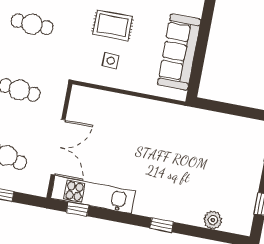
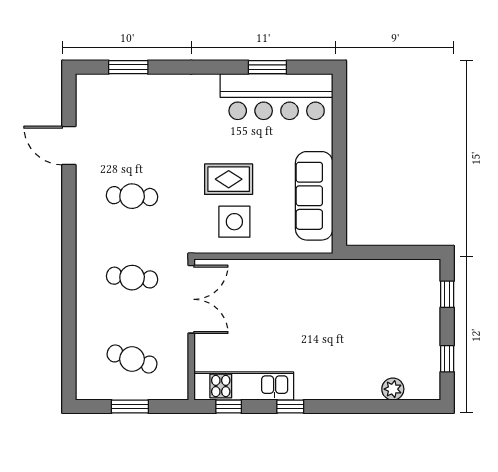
side table: (111, 61) -> (234, 222), width x1.87, depth x1.87
double door: (58, 147) -> (191, 299), moved
window: (162, 225) -> (290, 407), moved

